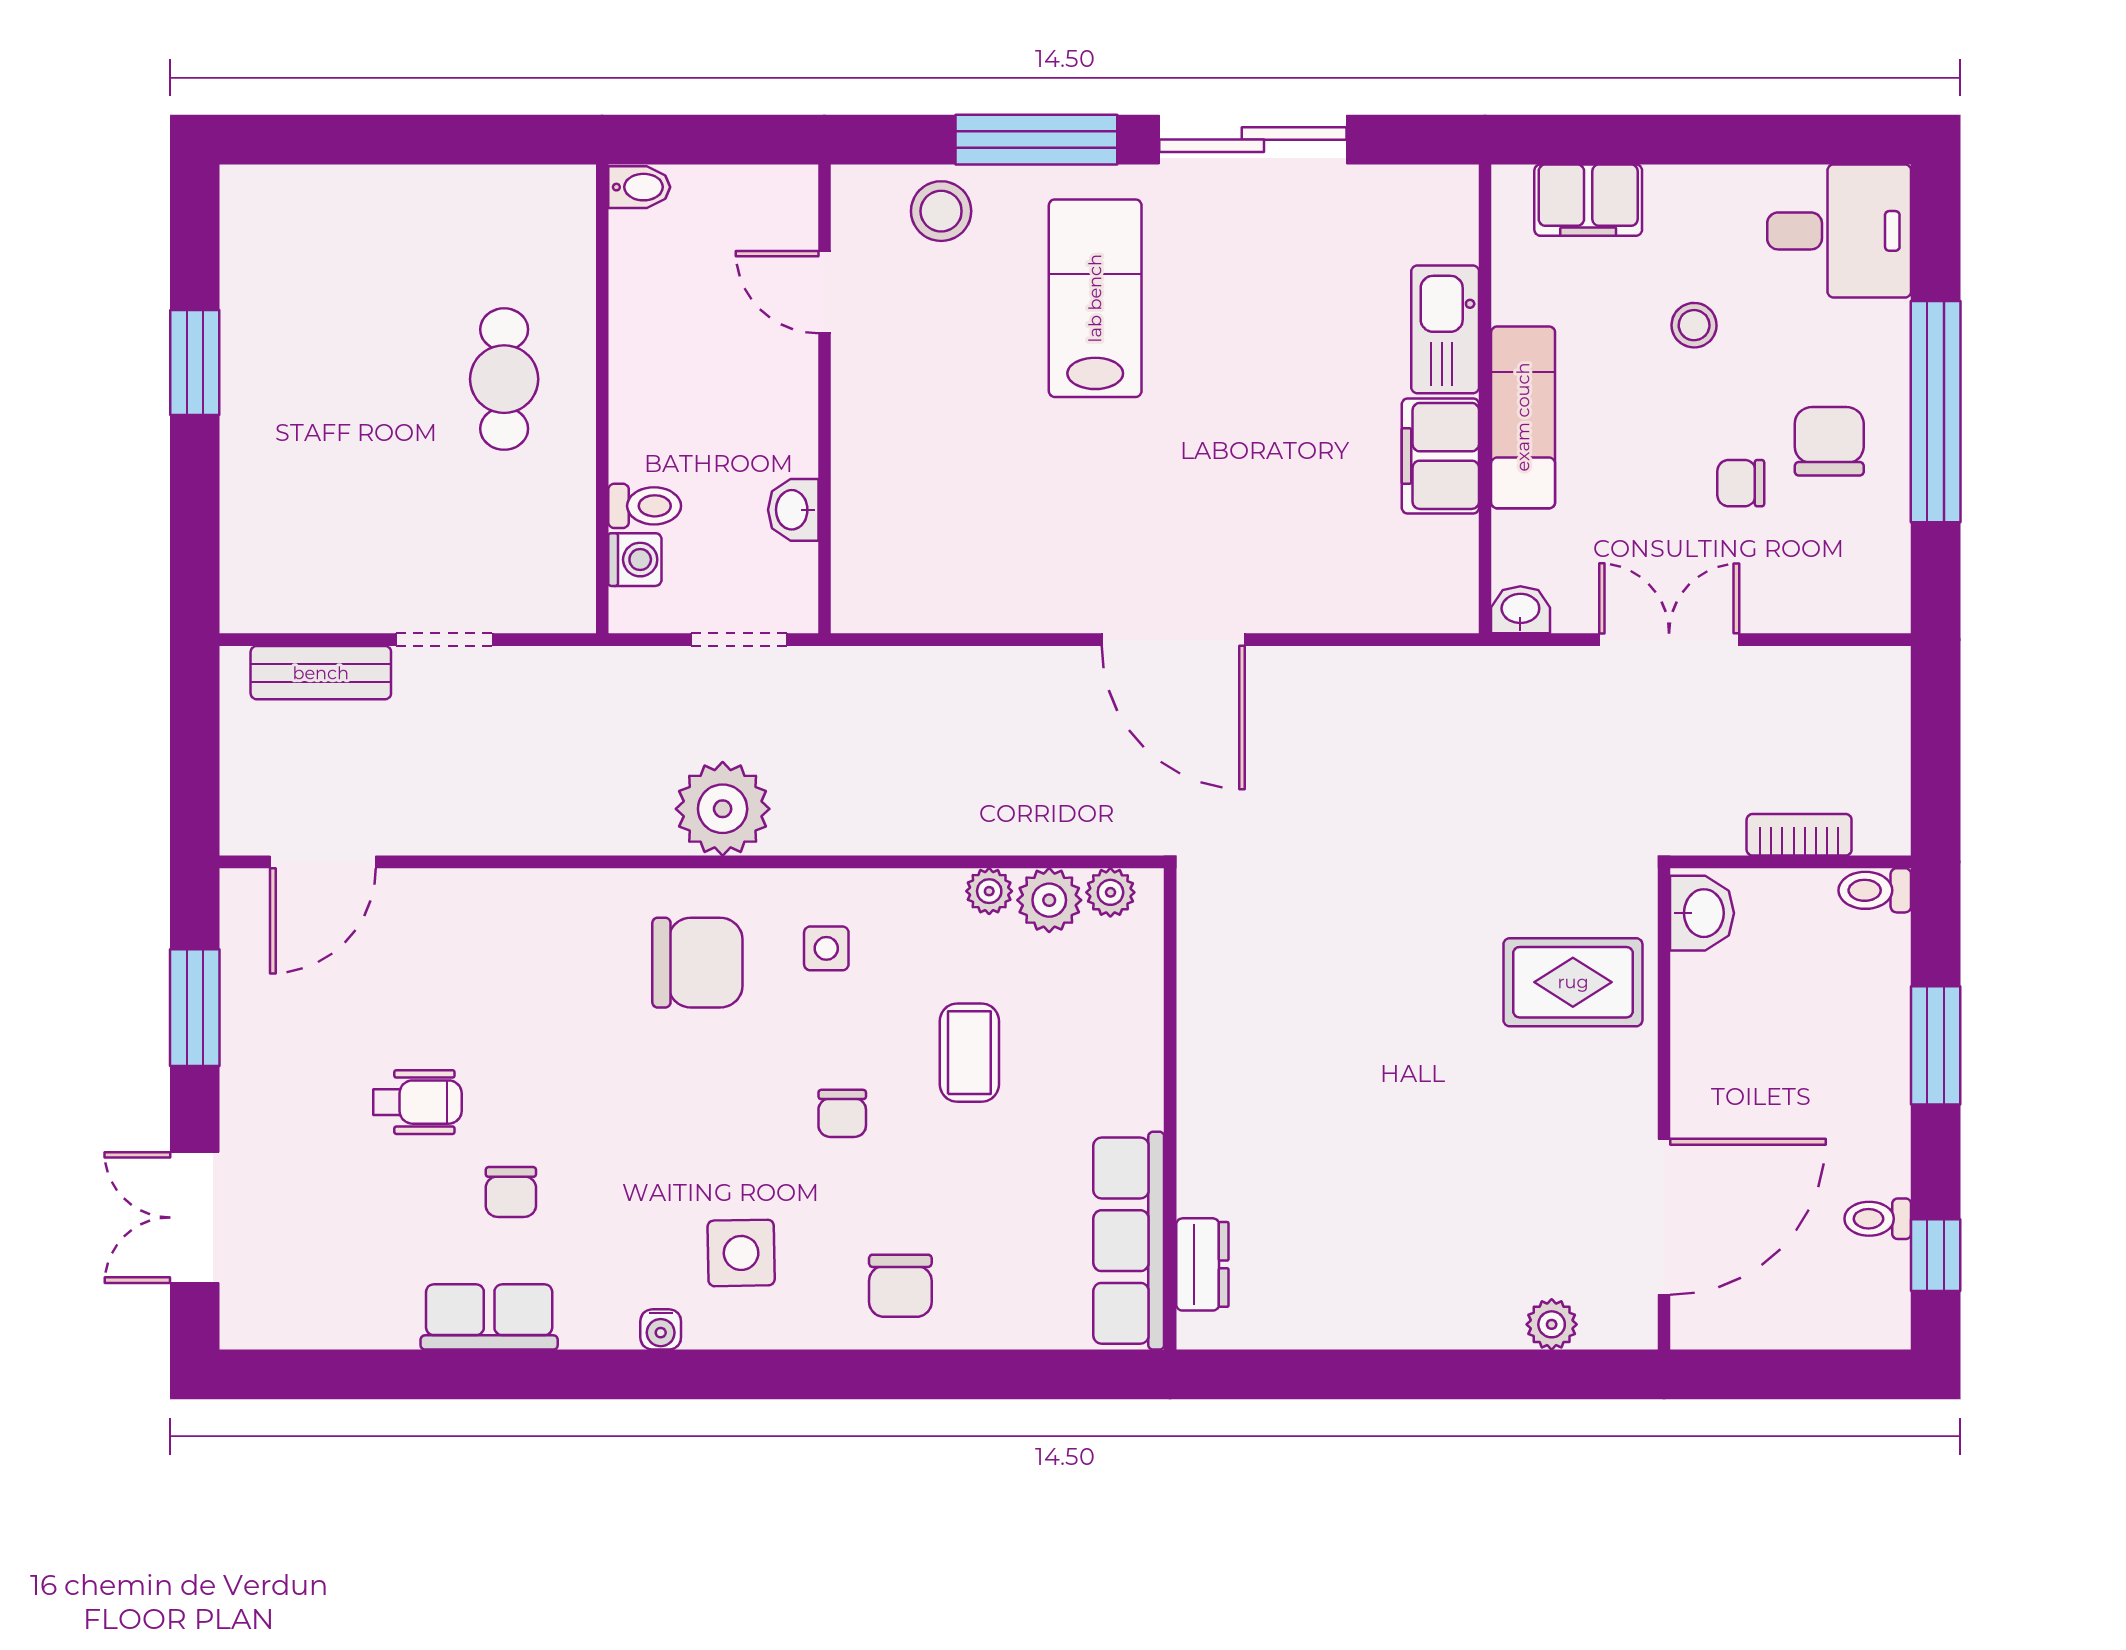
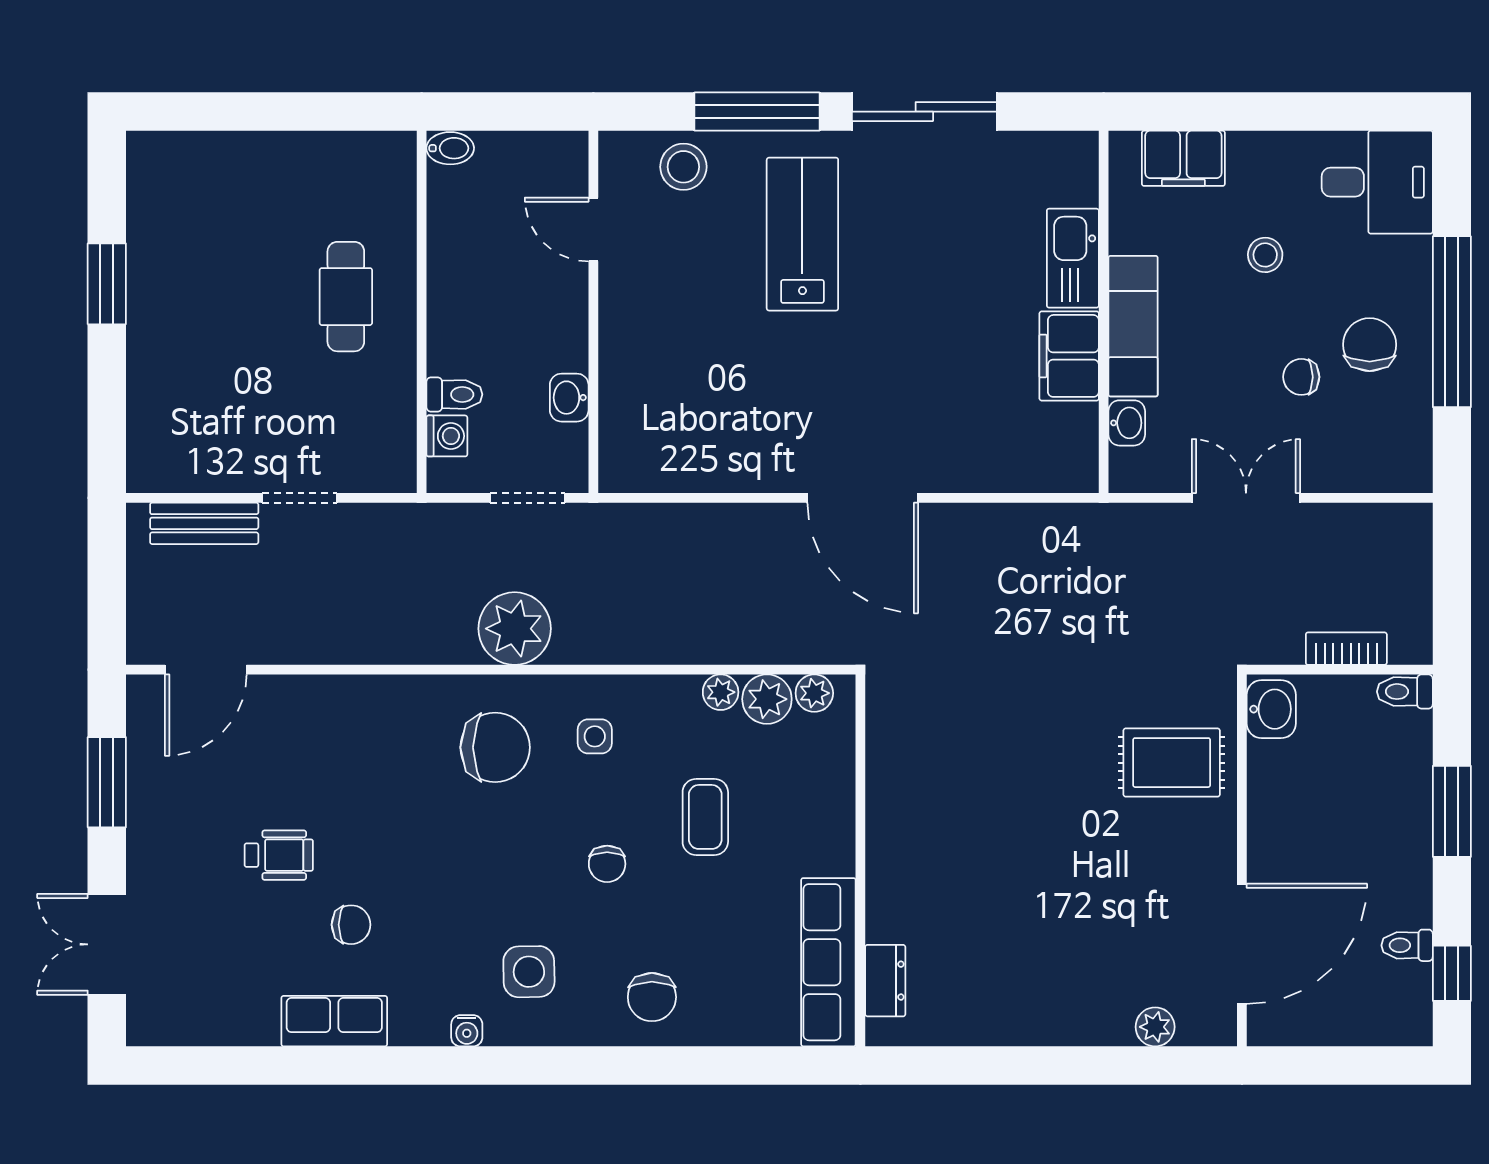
washbasin: (1520, 610) -> (1127, 423), moved, turned 90
chair: (511, 1192) -> (351, 925), turned -90

